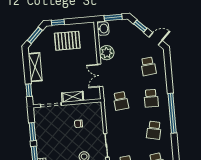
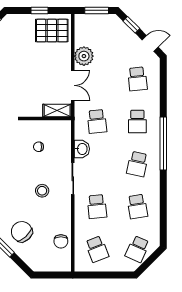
window: (58, 22) -> (40, 10), moved
washbasin: (103, 29) -> (82, 149), moved
pallet: (67, 41) -> (52, 31), moved
double door: (100, 75) -> (73, 85), swing flipped
shelving: (73, 97) -> (57, 111), moved

